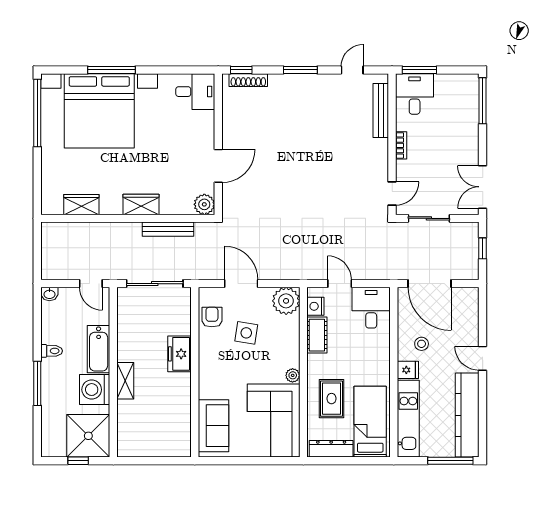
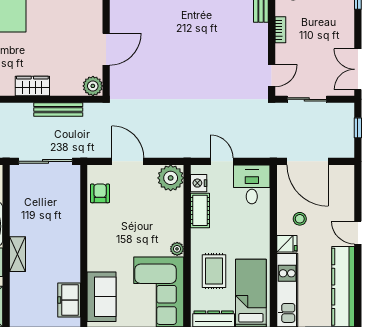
side table: (246, 333) -> (133, 208), removed
freezer: (179, 354) -> (69, 300), moved

